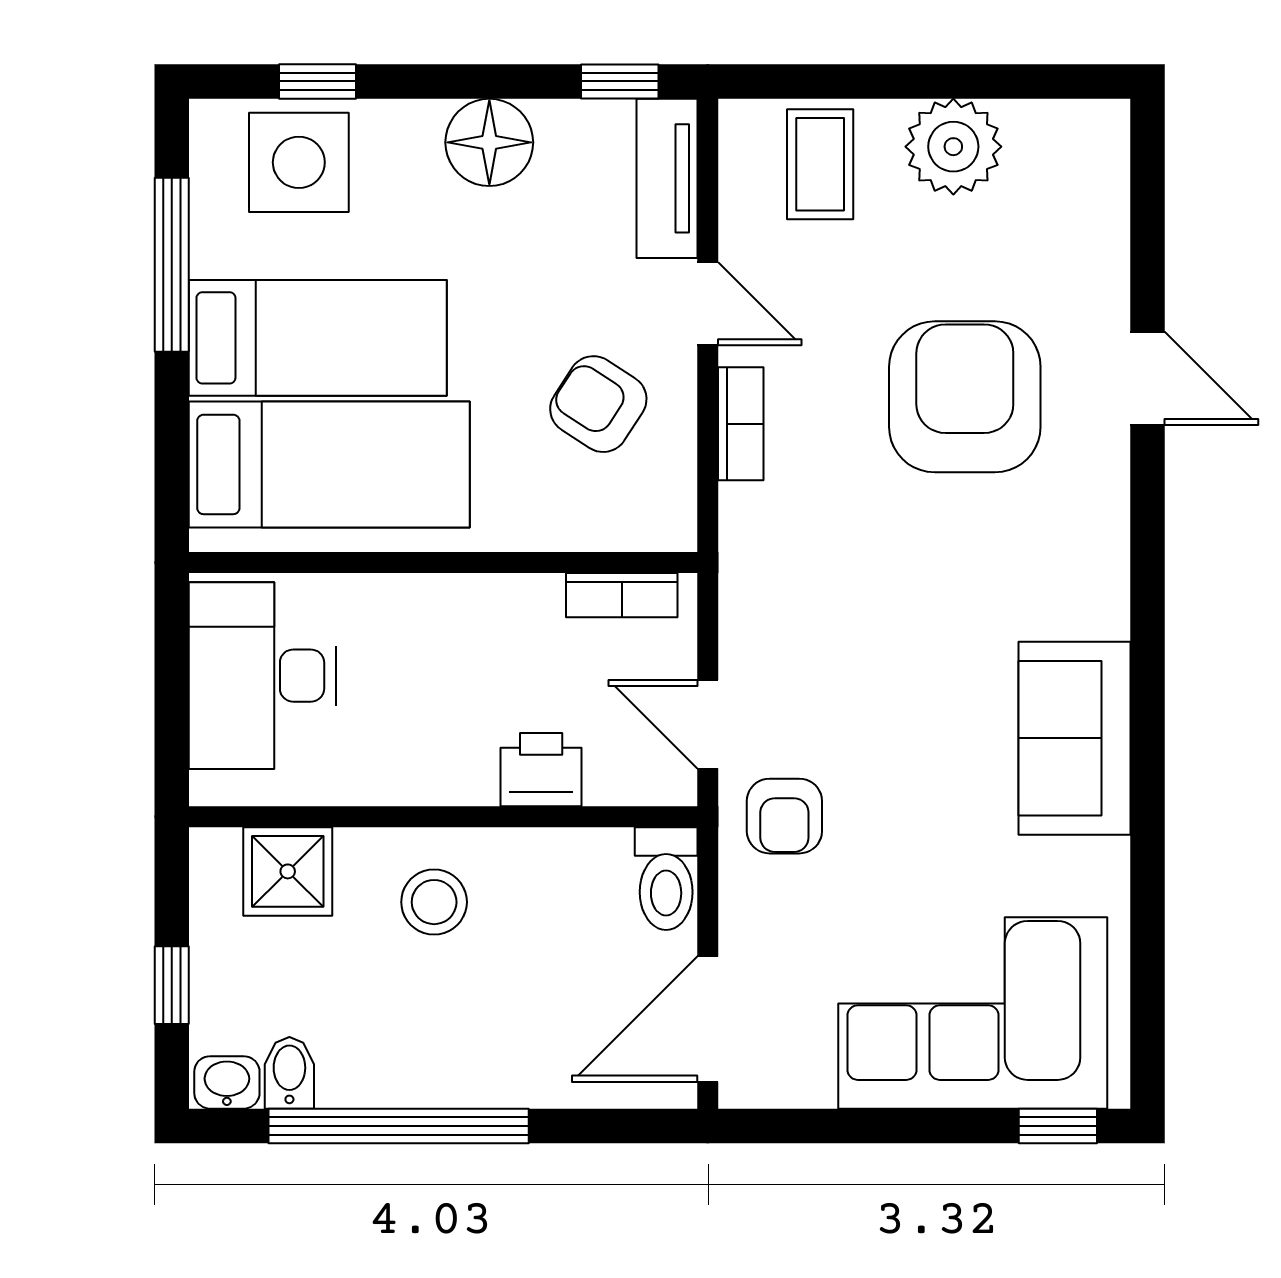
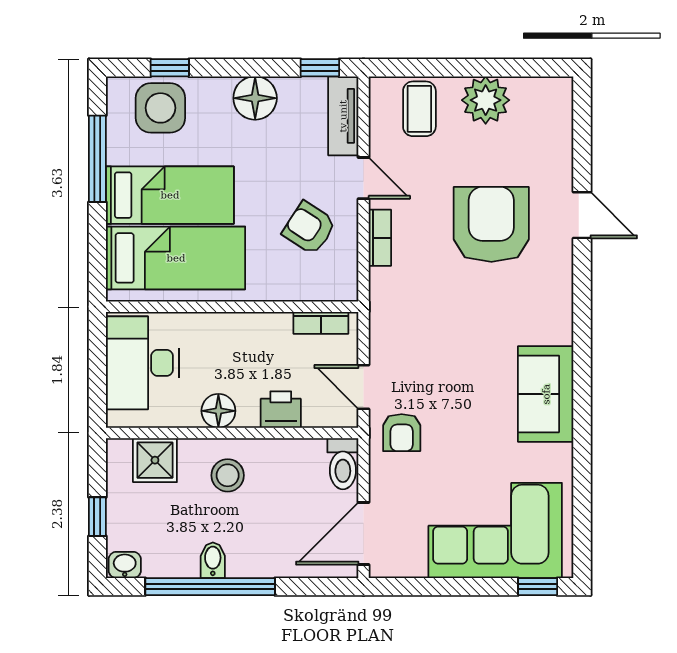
floor lamp: (416, 772) -> (218, 411), added
bidet: (289, 1073) -> (213, 560), moved

